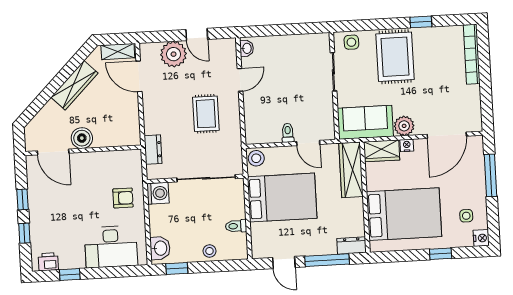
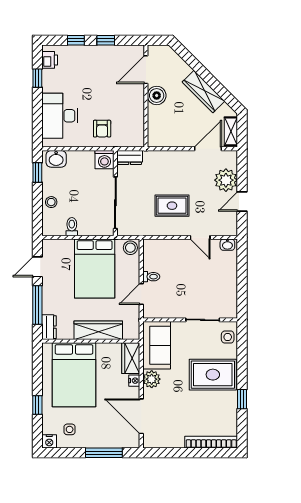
dresser: (153, 150) -> (130, 157), moved
wardrobe: (351, 170) -> (98, 330), moved

